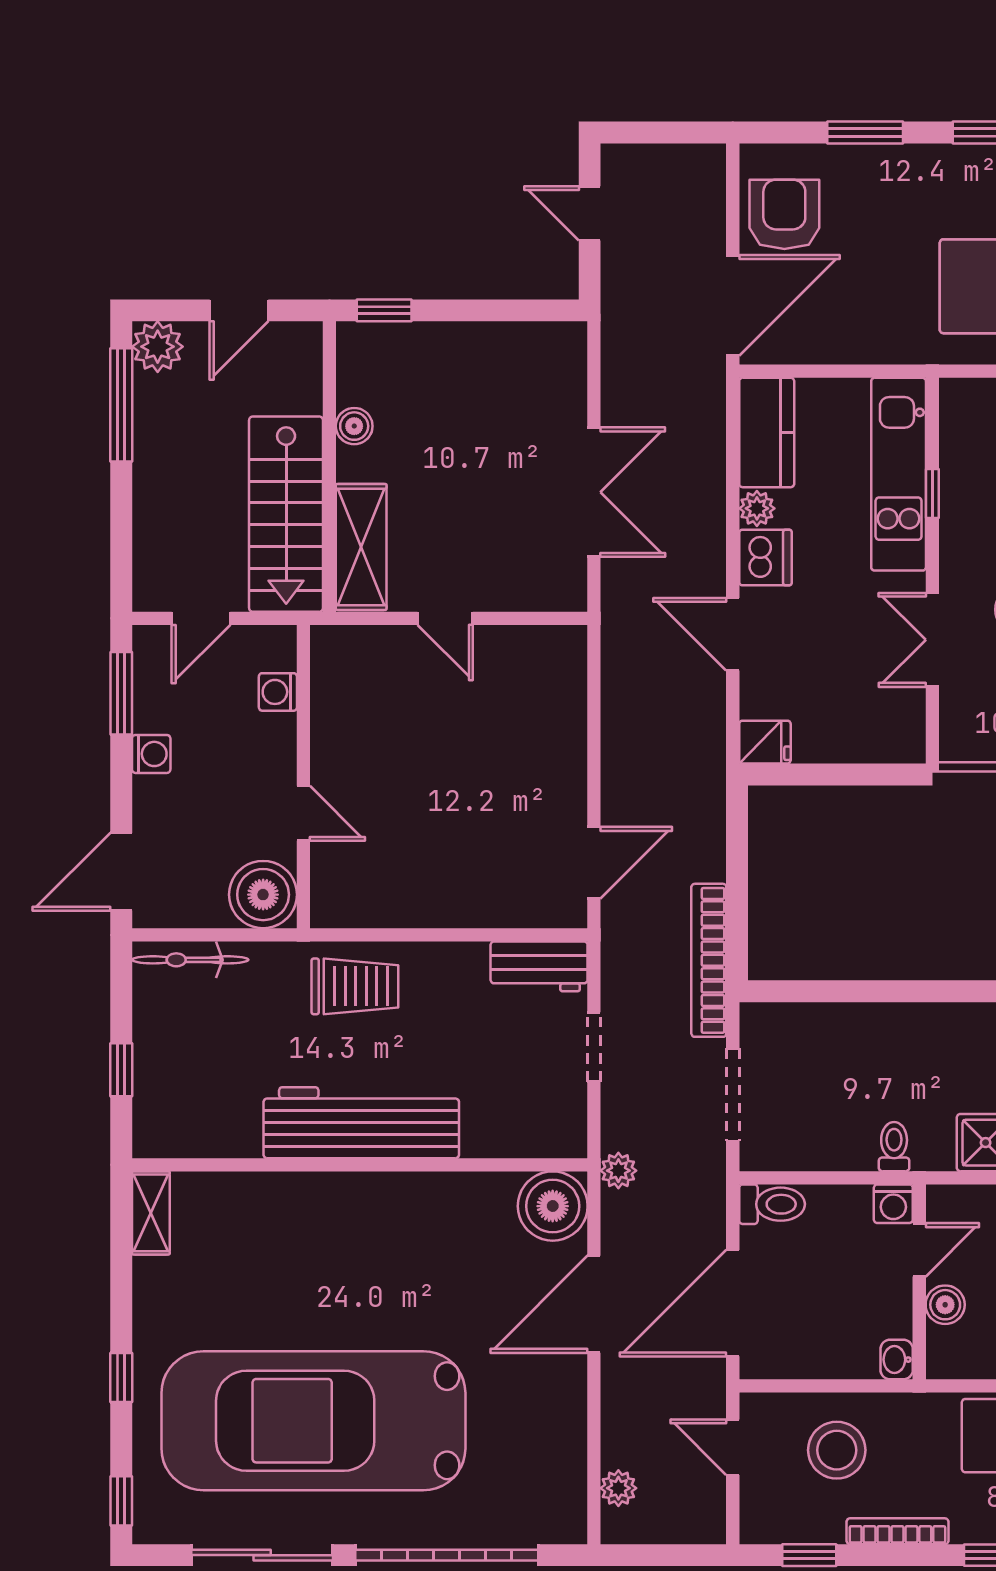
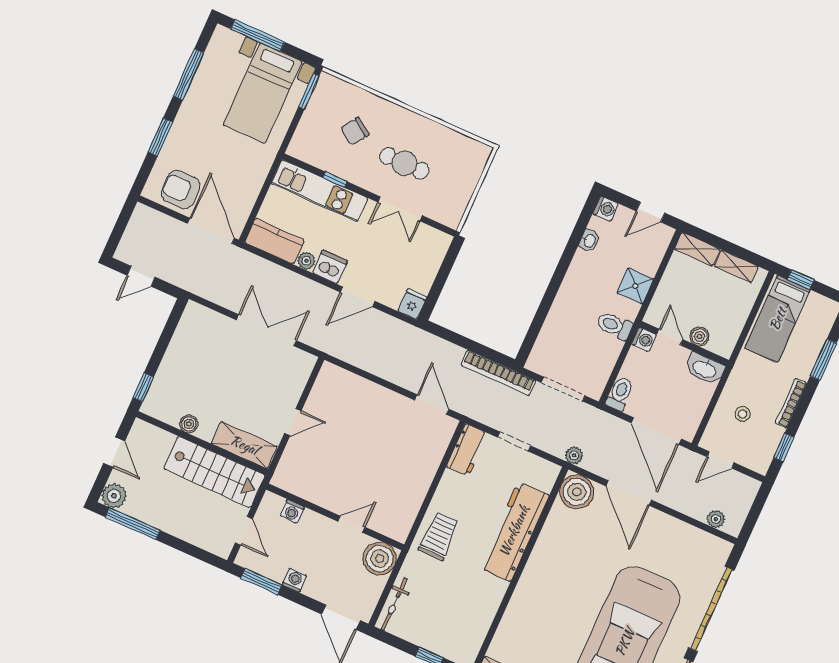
workbench: (361, 1123) -> (514, 531), moved
toilet: (894, 1147) -> (614, 326), width x1.37, depth x1.39
washbasin: (897, 1360) -> (705, 369), width x1.91, depth x1.45
stool: (837, 1450) -> (743, 414), width x0.53, depth x0.53

